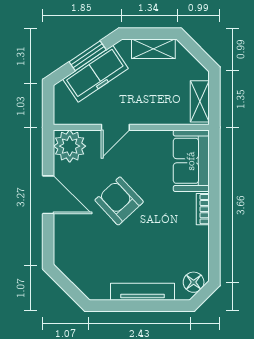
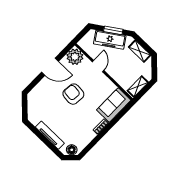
door: (115, 127) -> (98, 66), swing flipped
door: (48, 195) -> (50, 67), hinge flipped
armchair: (119, 201) -> (73, 94), turned -42

